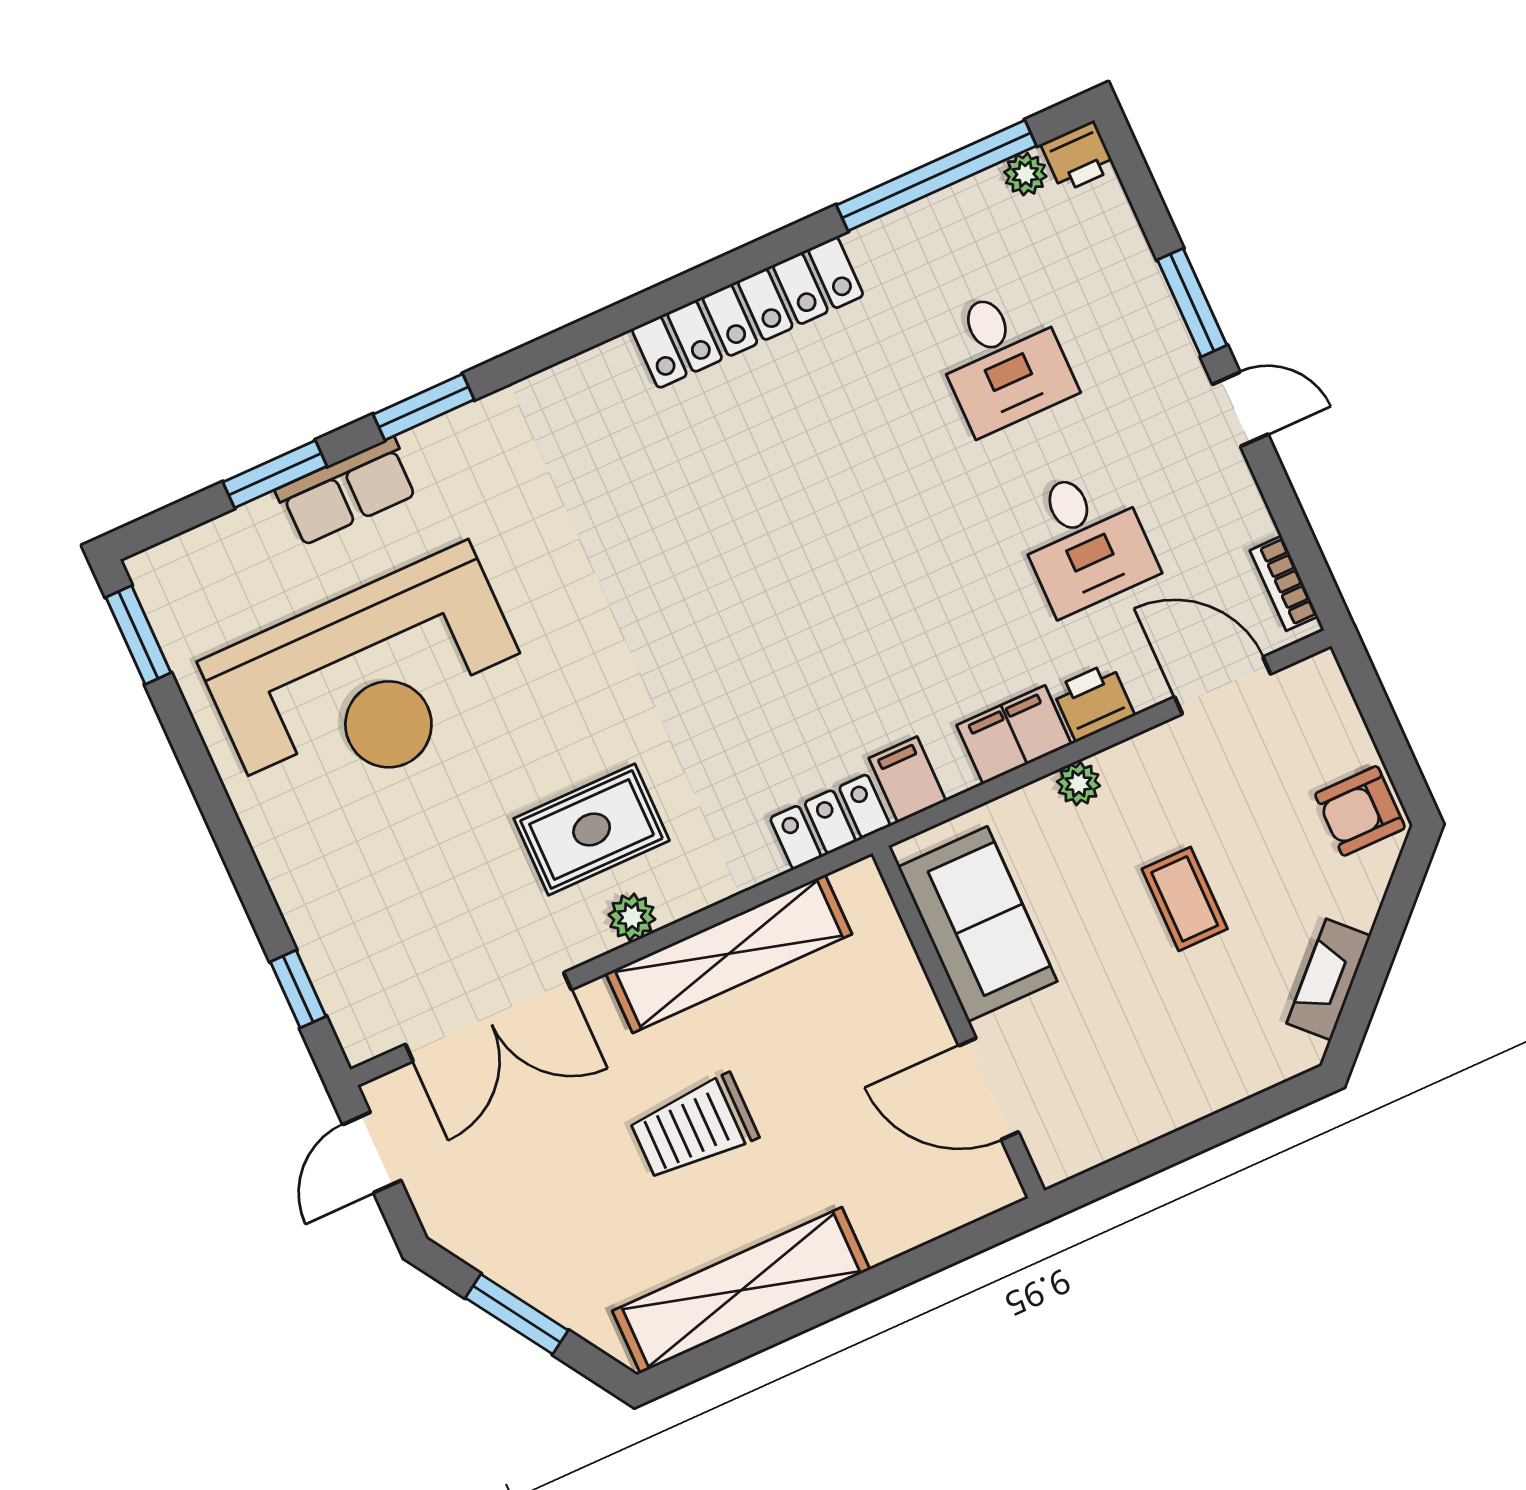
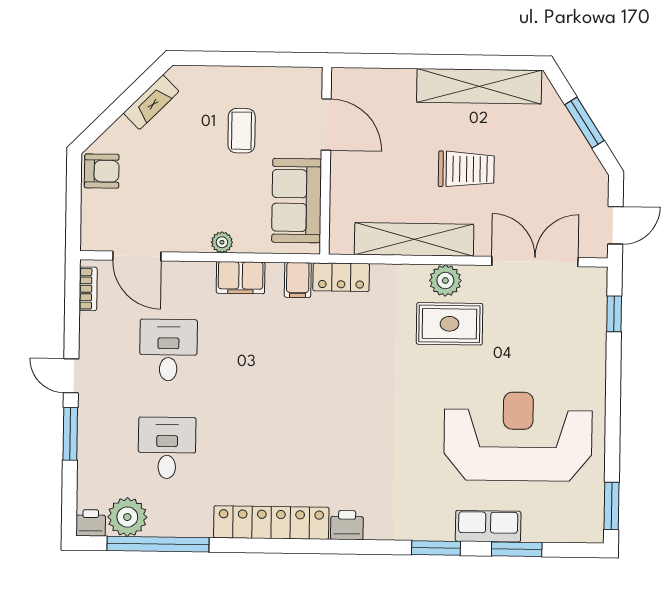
plant: (1025, 174) -> (127, 517), width x1.88, depth x1.88
printer: (1093, 702) -> (347, 525), moved, turned 180
coffee table: (1185, 899) -> (242, 131), moved
plant: (632, 917) -> (445, 280), width x1.38, depth x1.38

